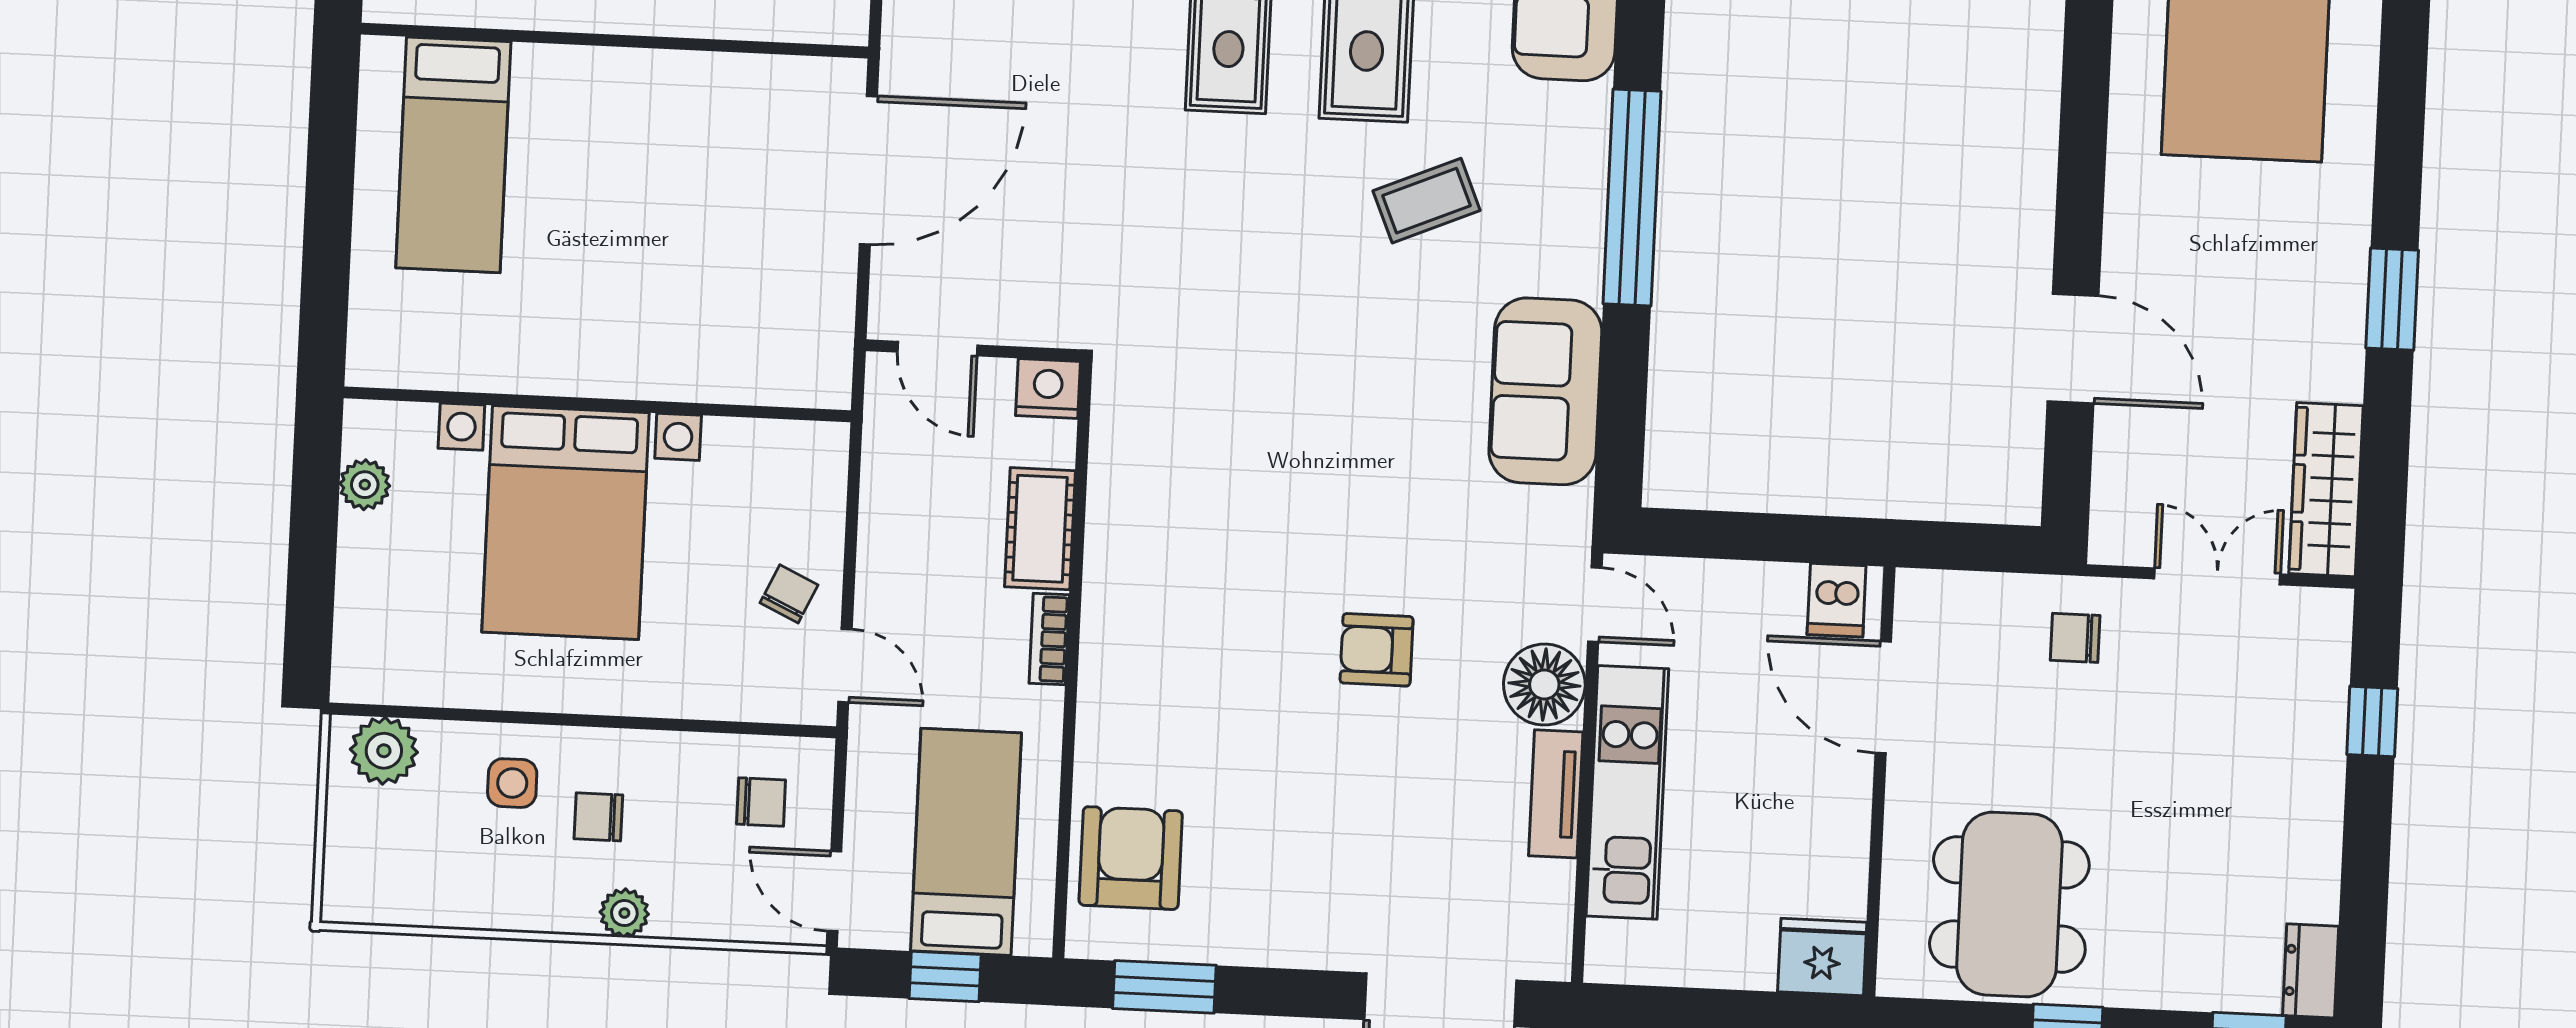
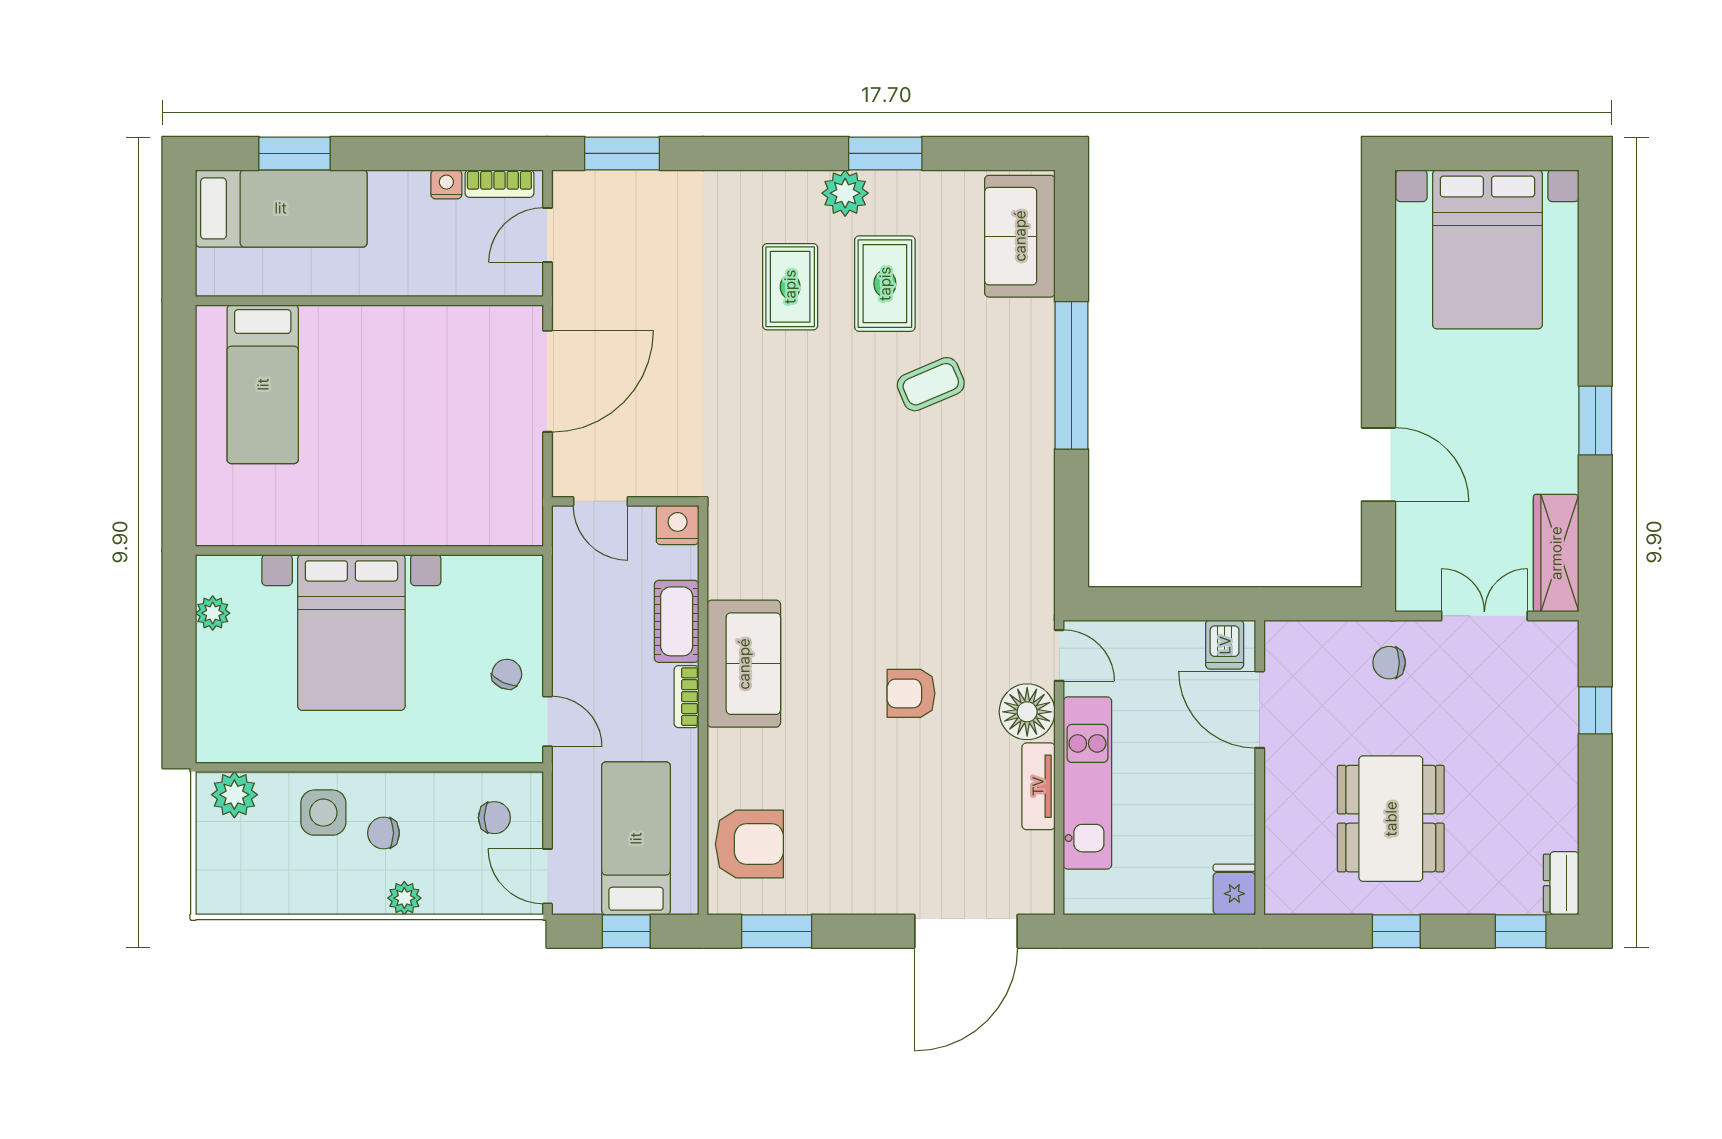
sofa: (1545, 391) -> (744, 664), moved, turned 180
side table: (512, 783) -> (323, 813), width x1.37, depth x1.37
armchair: (1131, 858) -> (749, 844), turned 90
dining table: (2009, 904) -> (1391, 819), moved
fridge: (1822, 957) -> (1234, 889), width x0.72

